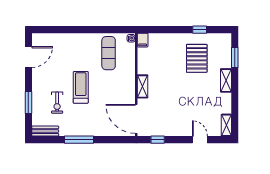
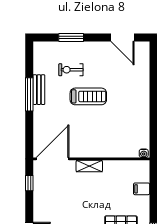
filing cabinet: (143, 40) -> (142, 189), moved
exercise mat: (109, 53) -> (127, 128), removed
bench: (45, 131) -> (39, 90), moved

